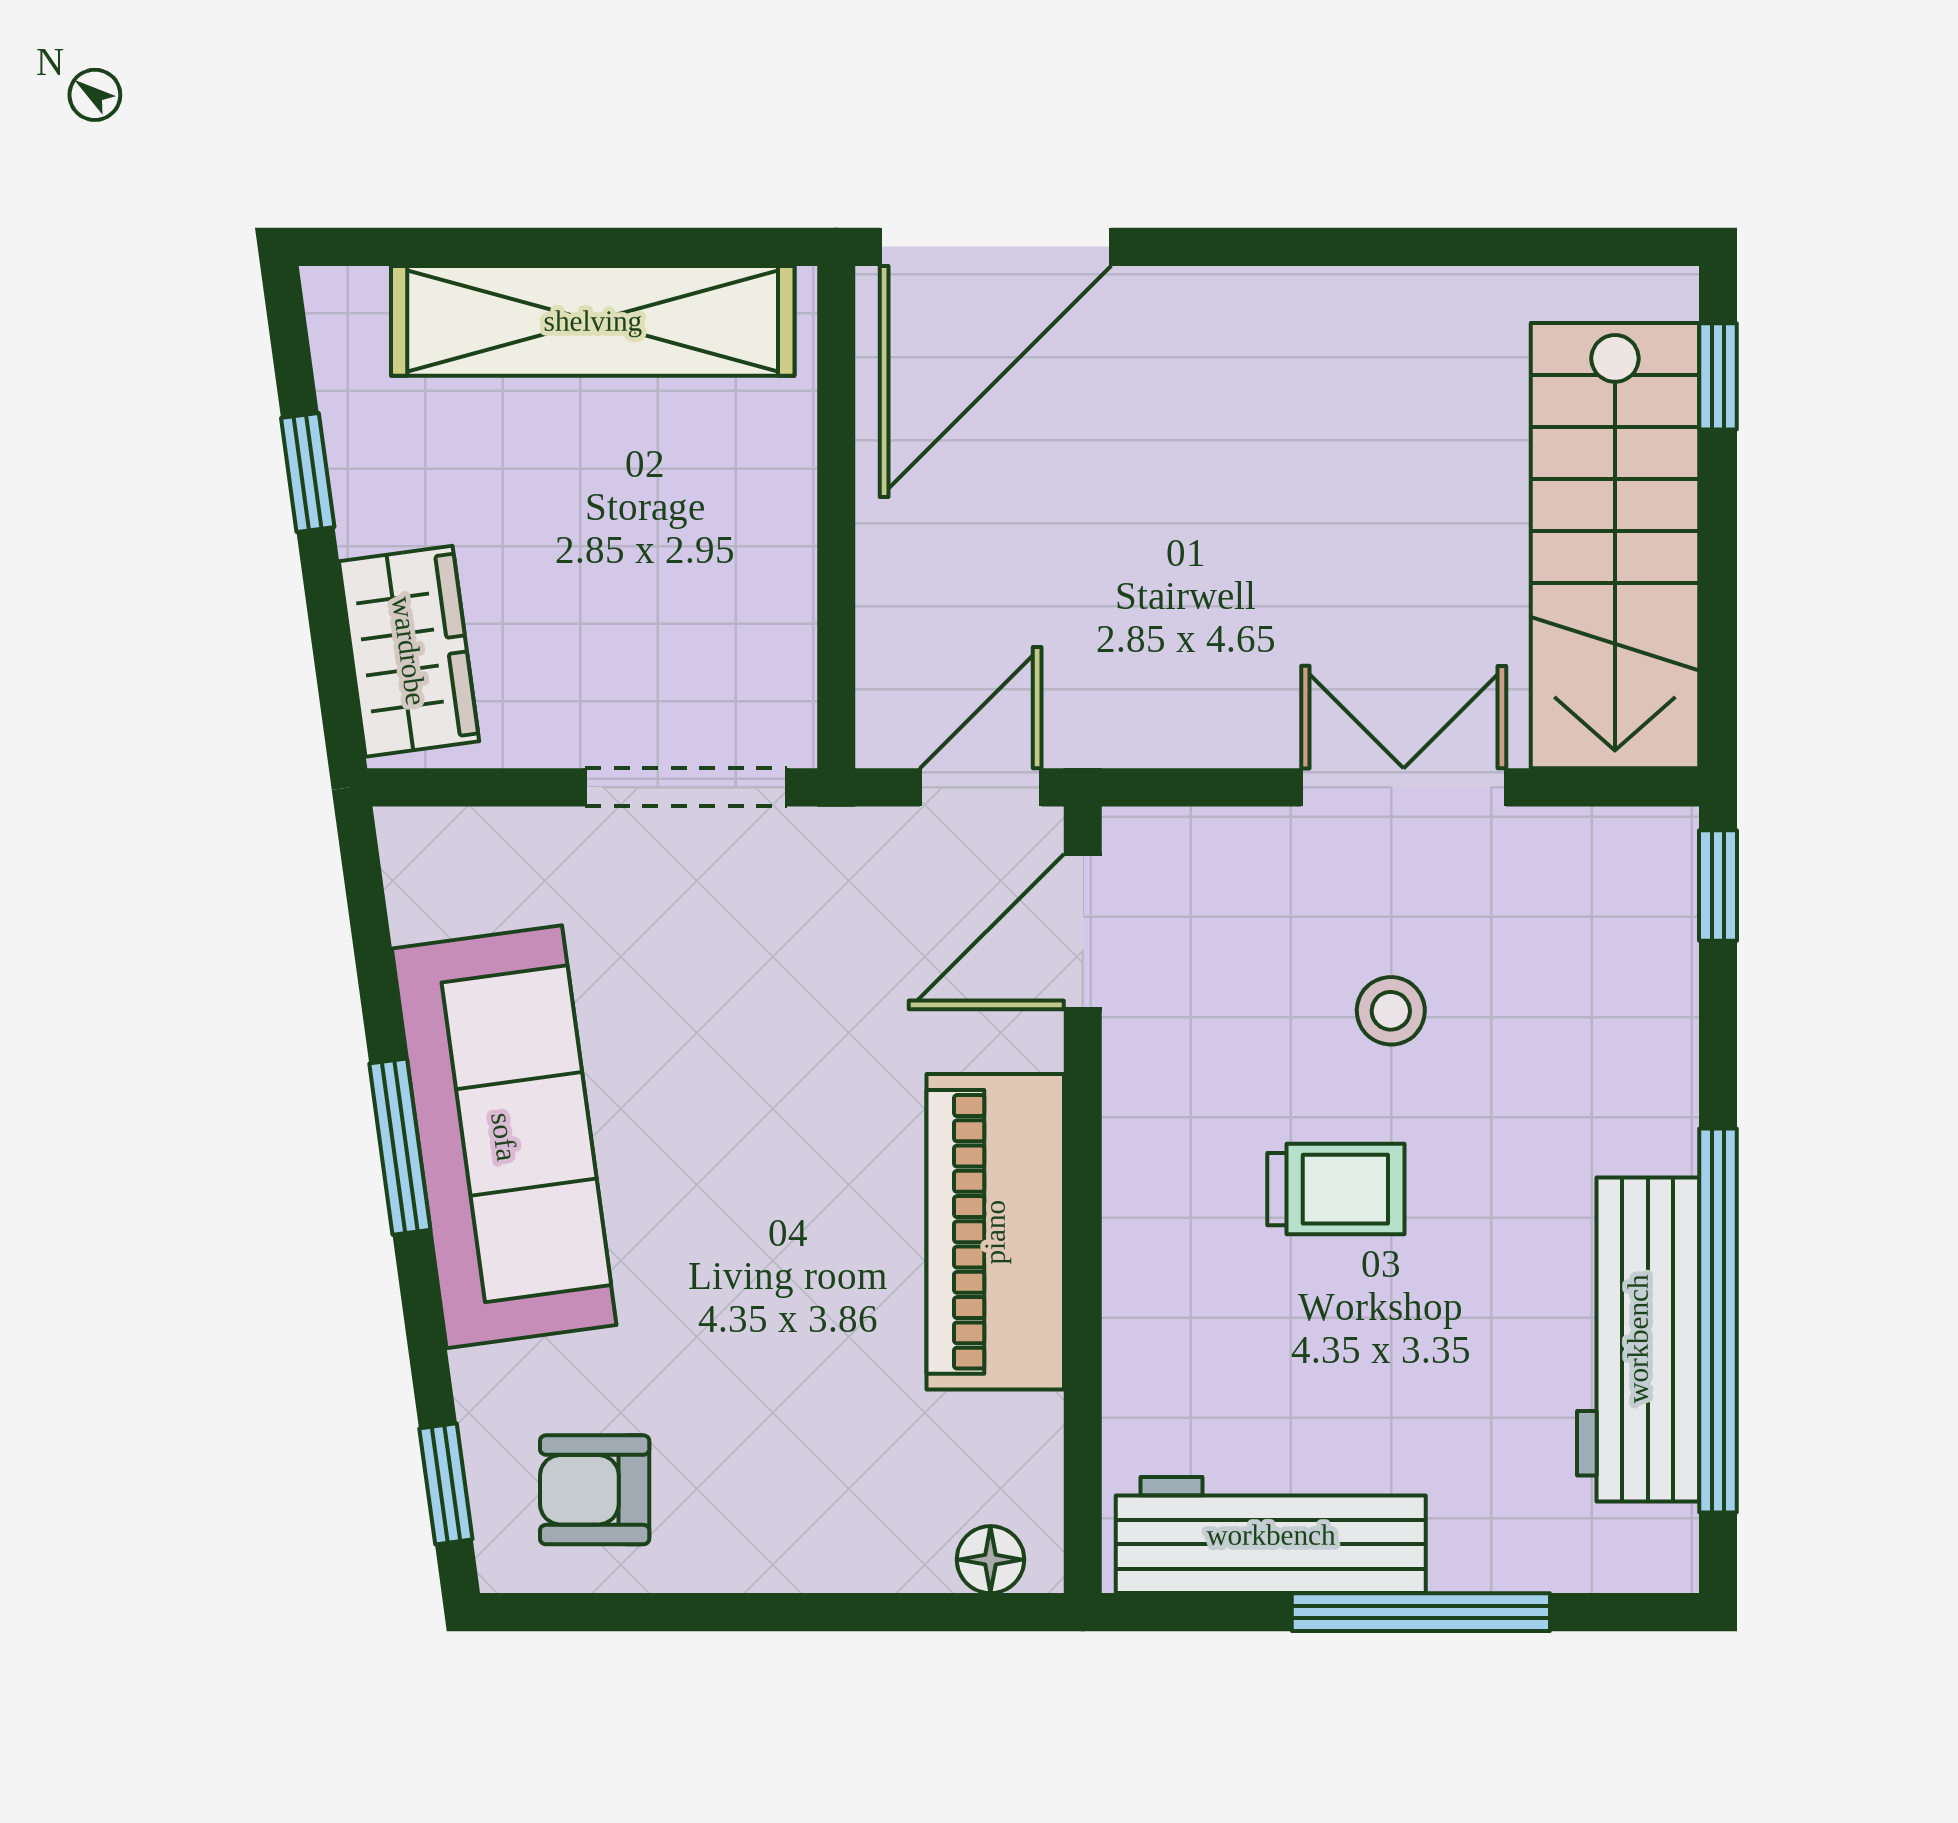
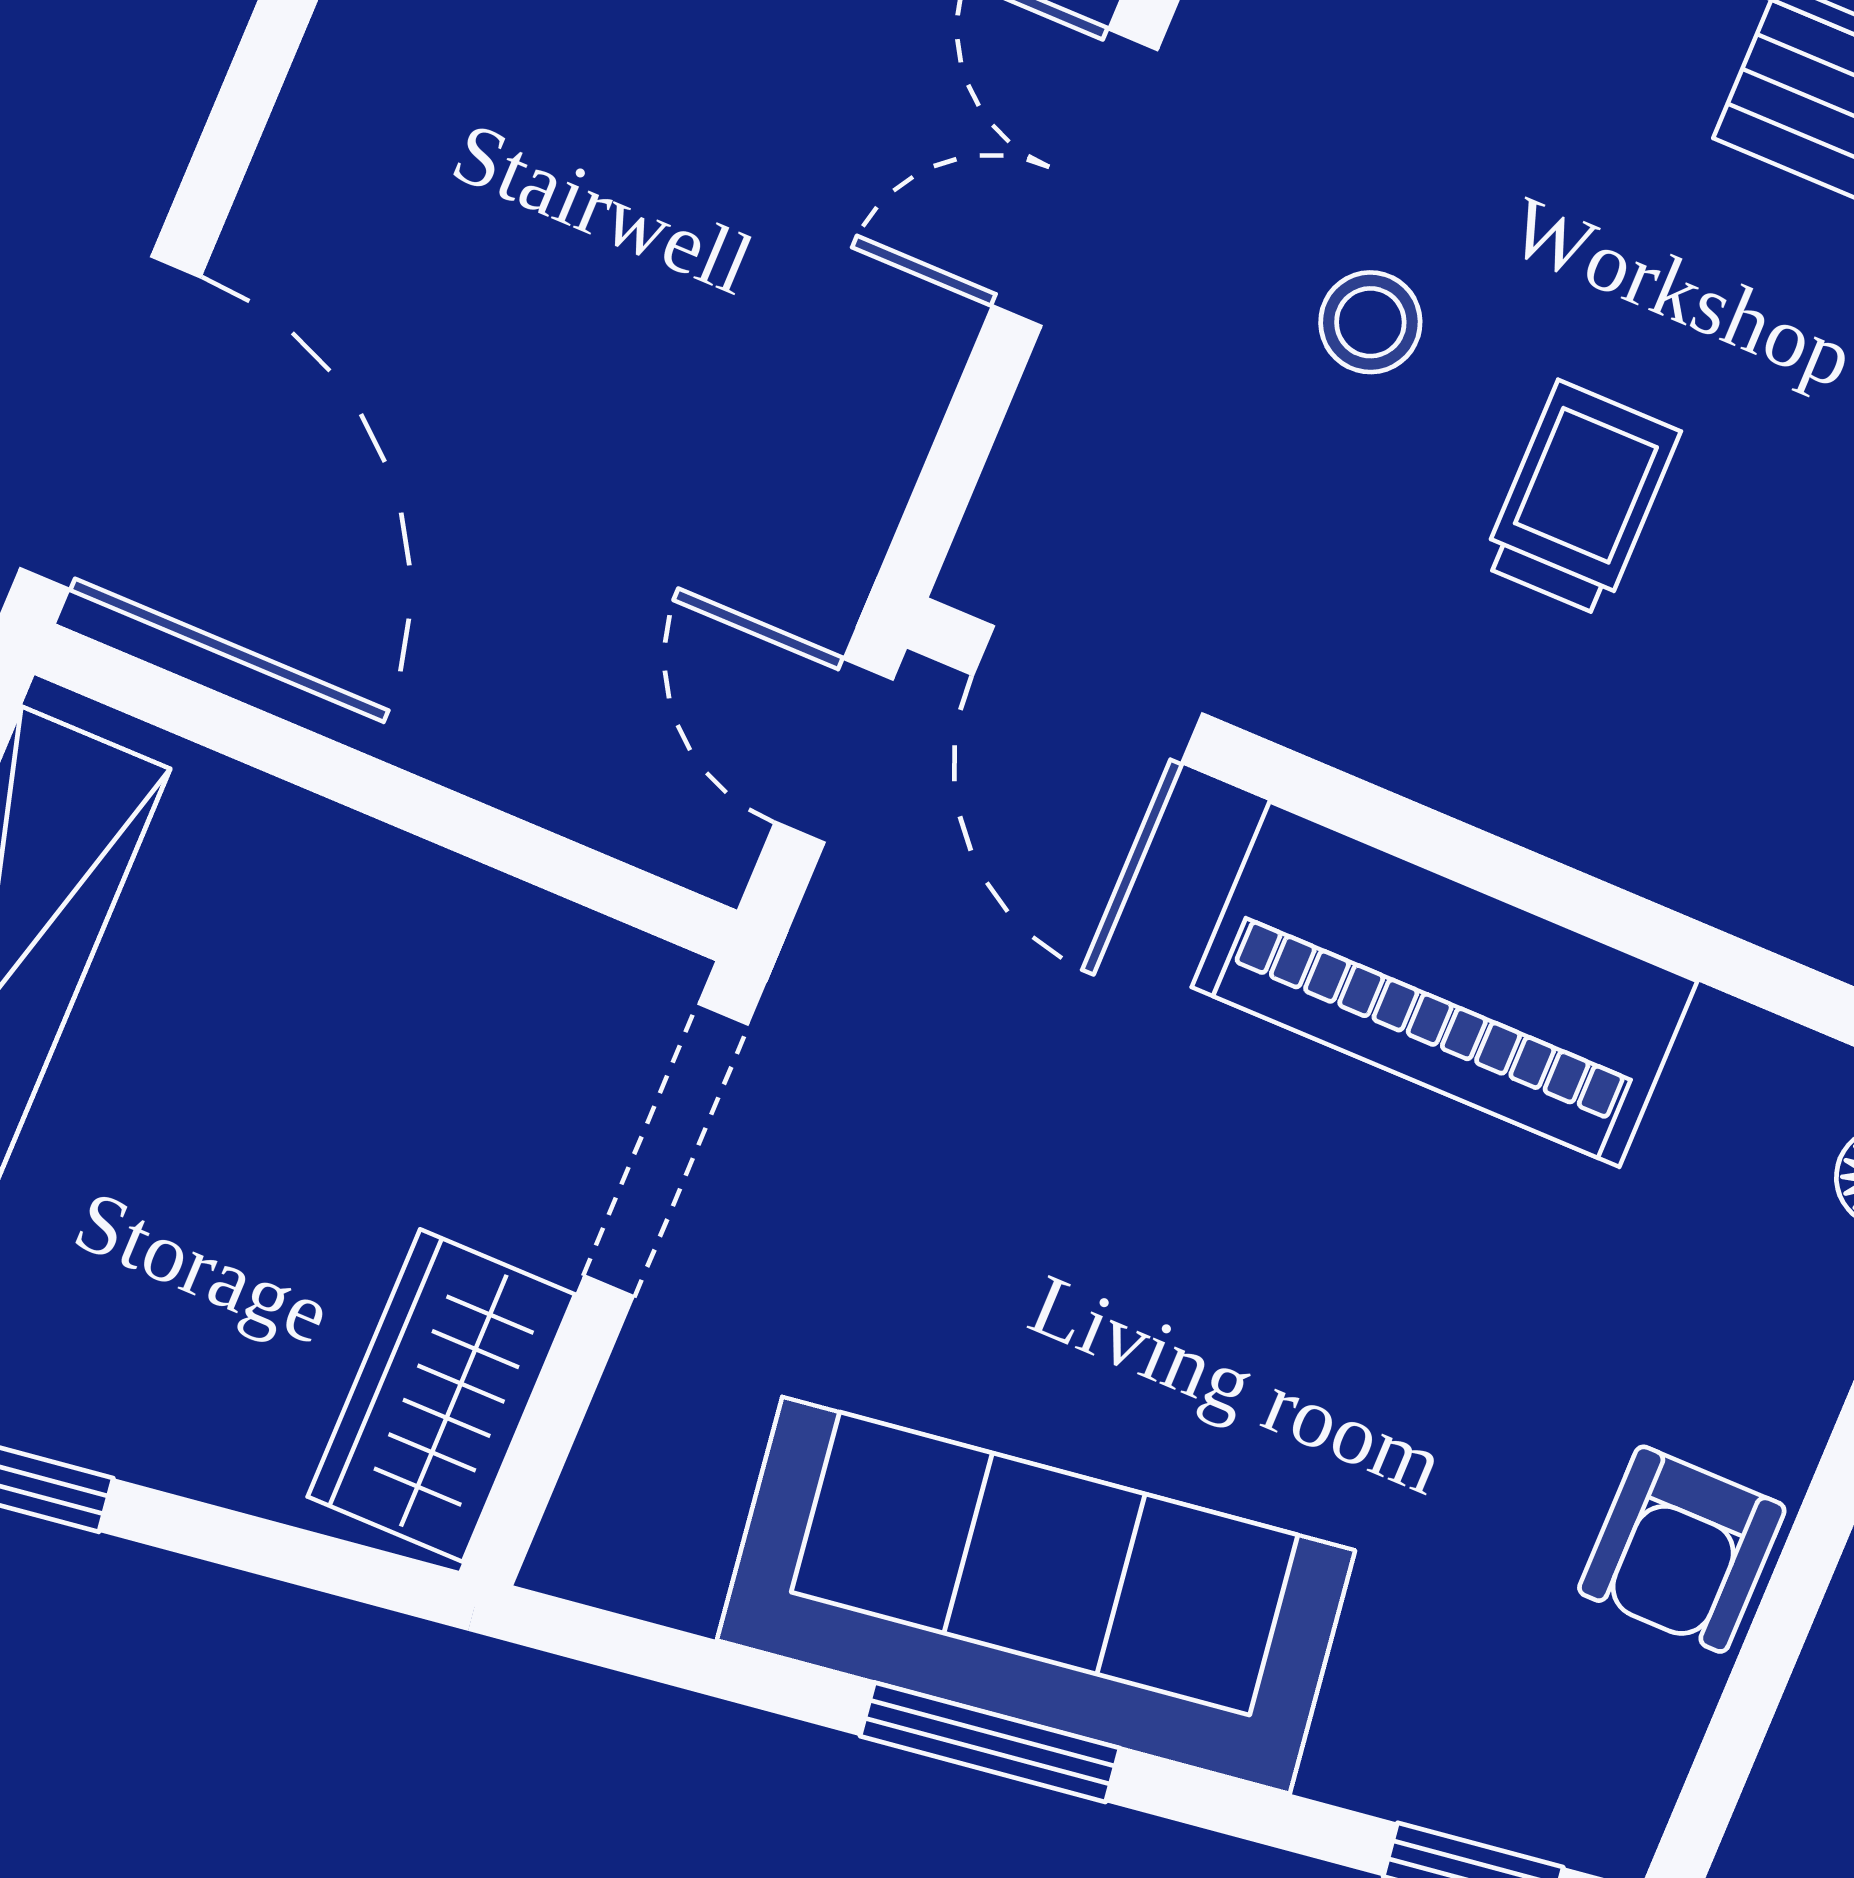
wardrobe: (409, 651) -> (441, 1396), moved, turned -82
armchair: (595, 1490) -> (1682, 1549), moved

